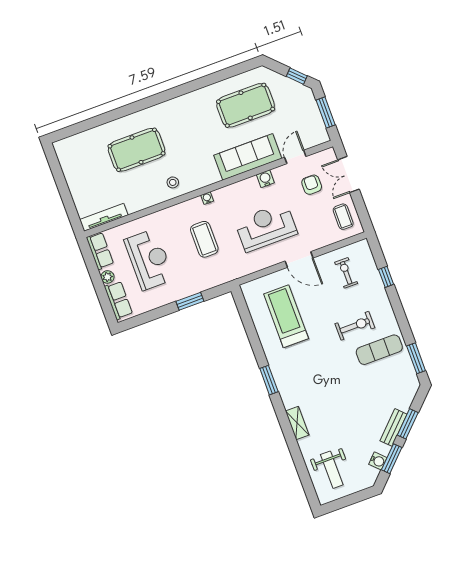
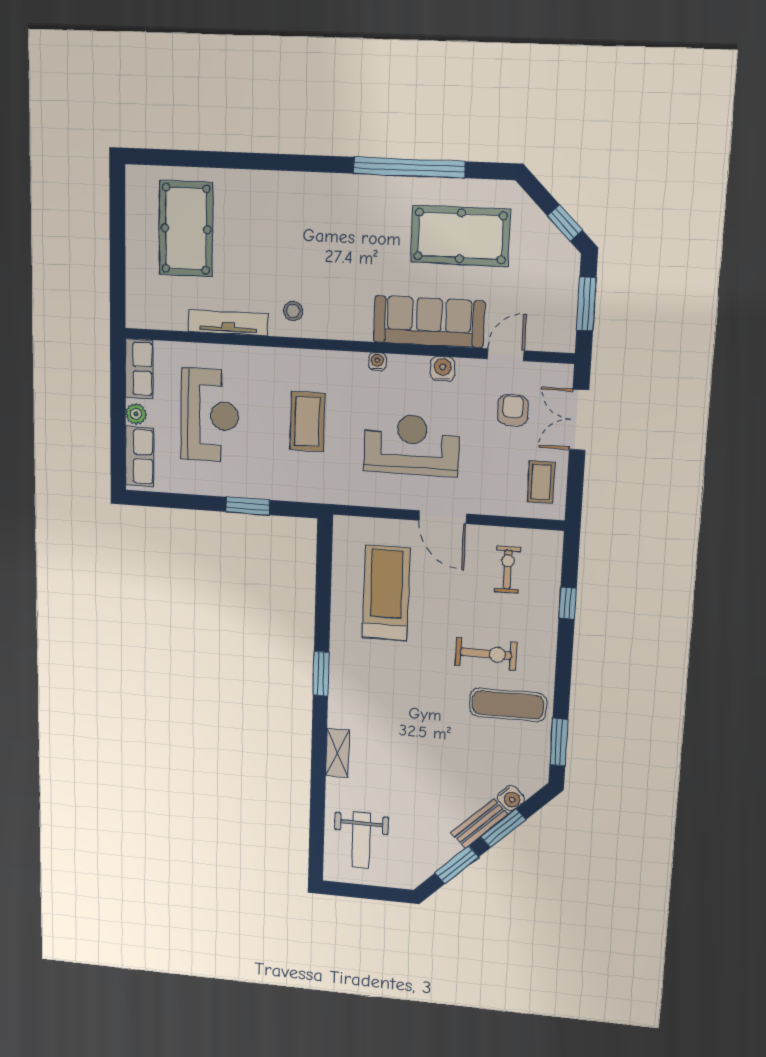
window: (204, 82) -> (409, 167), added
pool table: (136, 150) -> (186, 229), moved, turned 90
water cooler: (207, 198) -> (377, 362), moved
tv unit: (104, 217) -> (228, 323), moved
water cooler: (378, 461) -> (511, 798), moved

